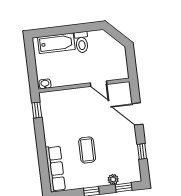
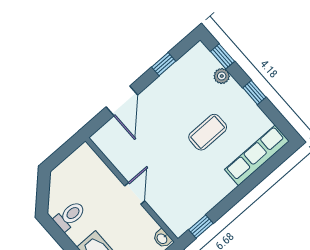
toilet: (82, 42) -> (70, 216), moved
door: (99, 84) -> (135, 193), moved

